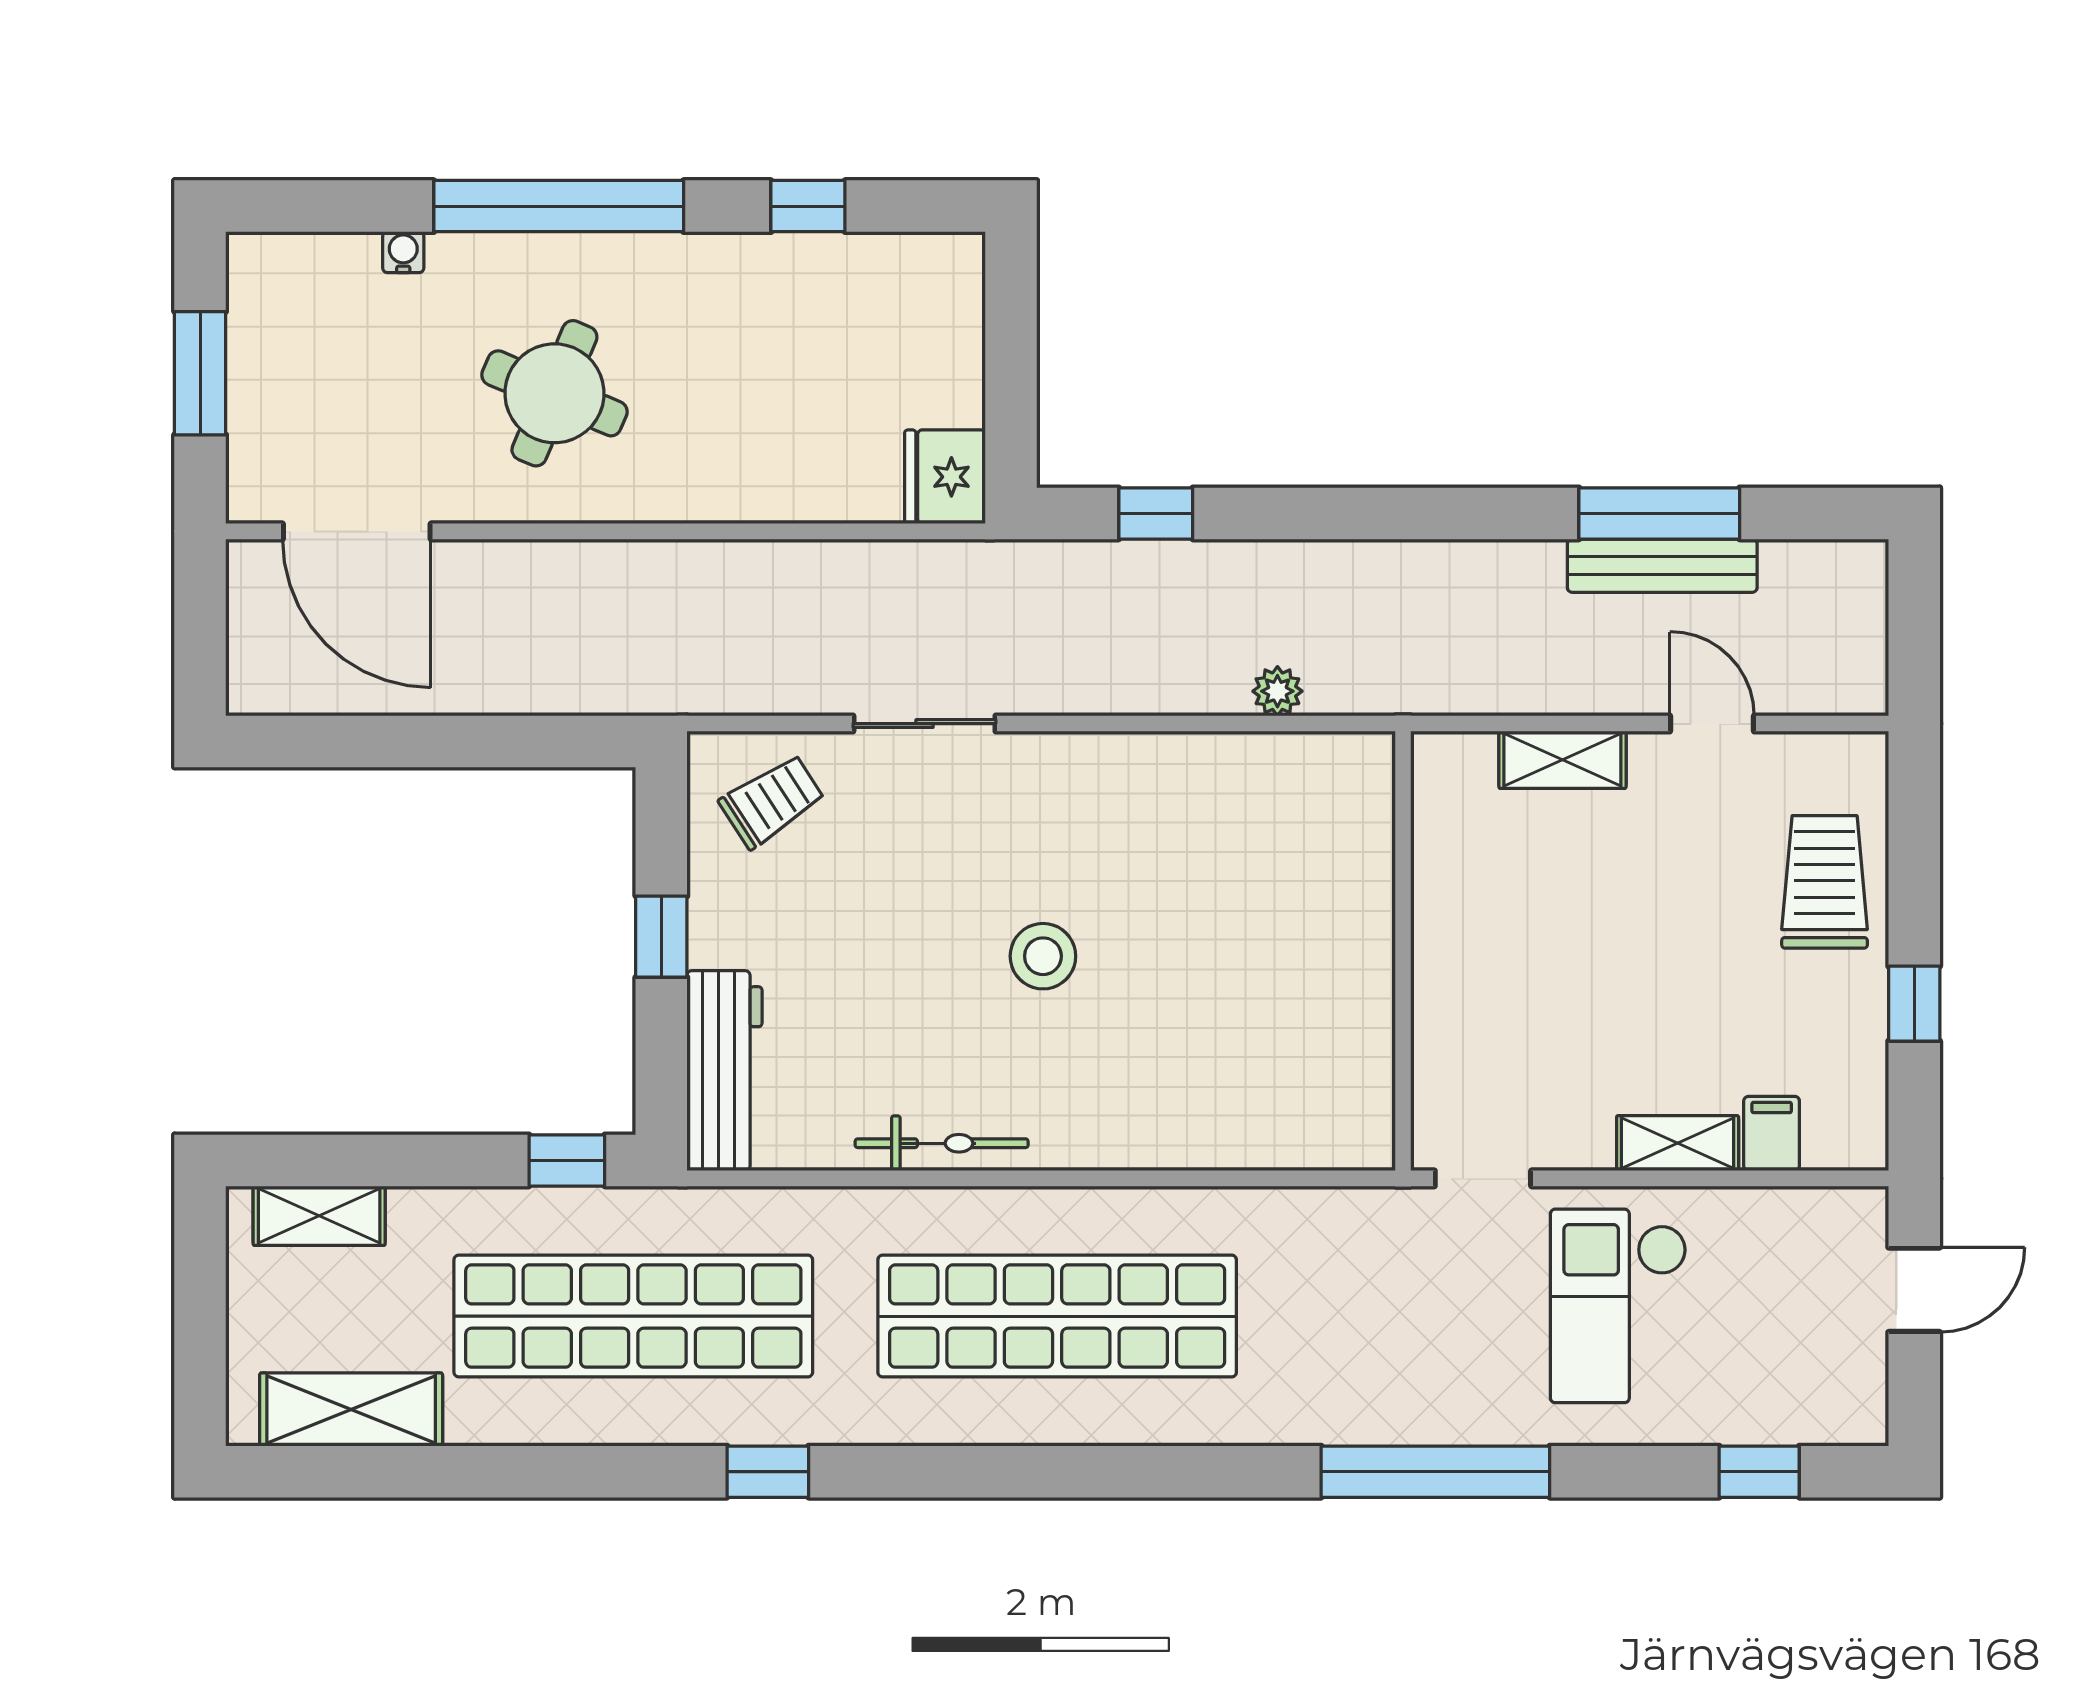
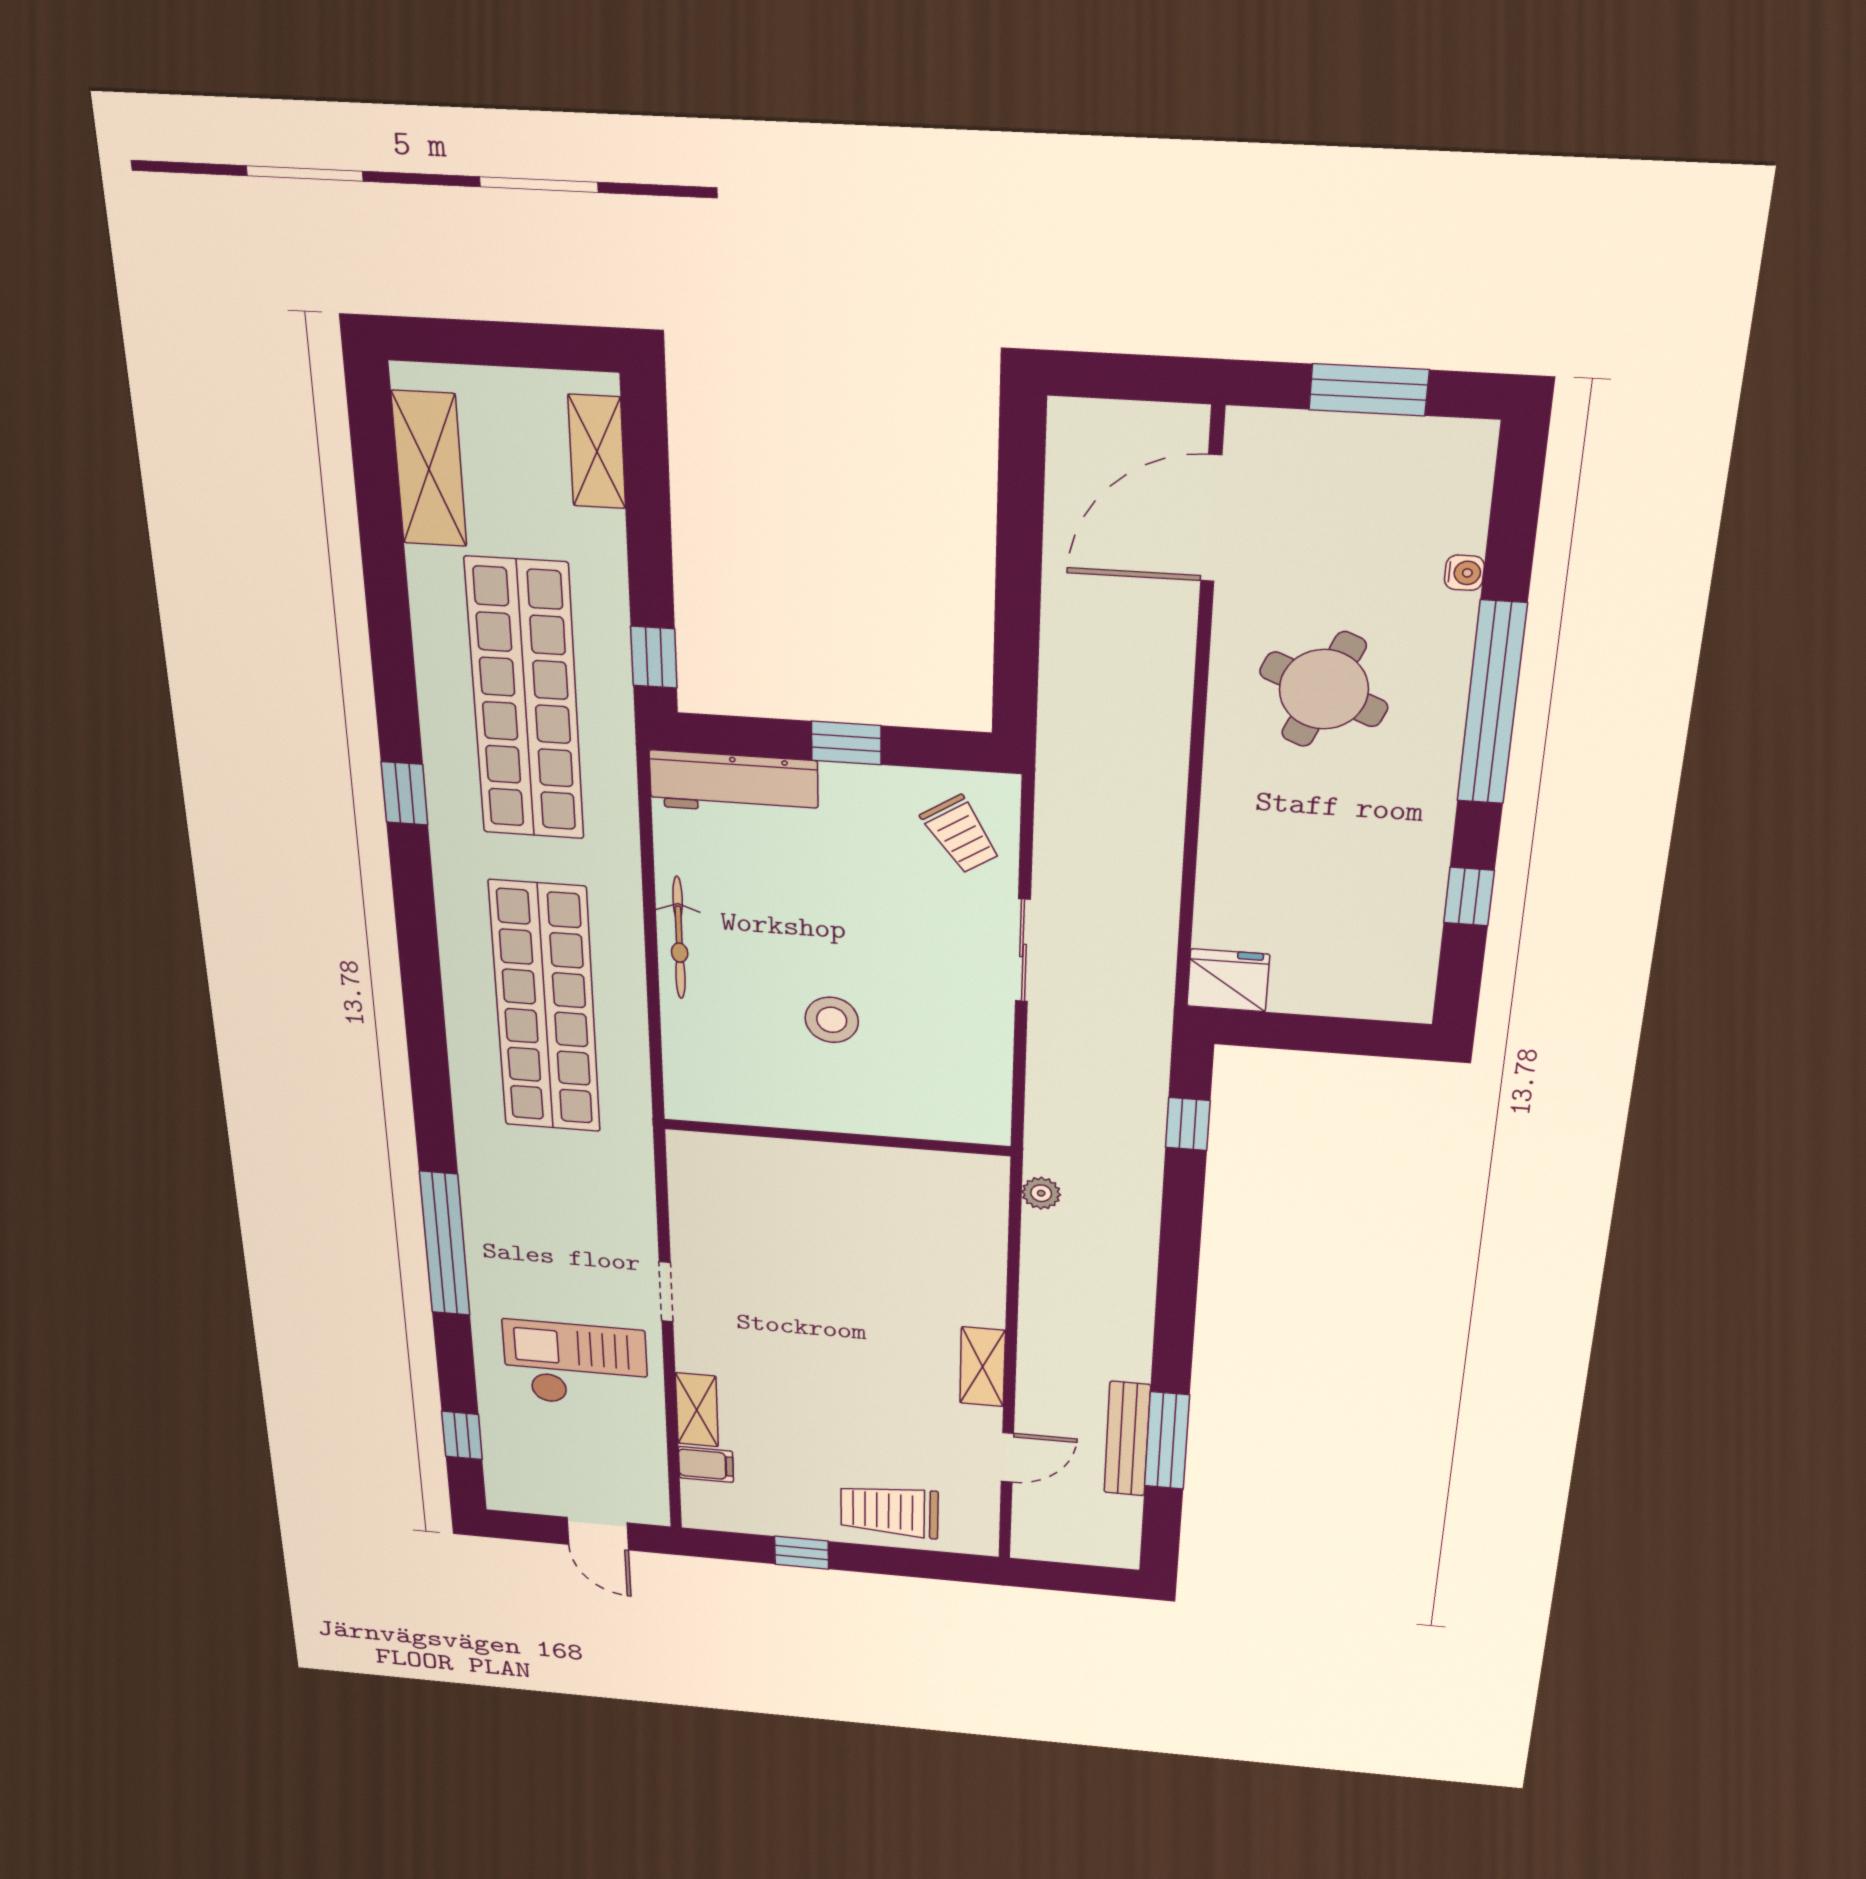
trolley: (1825, 882) -> (889, 1511), turned 180
wall: (1403, 951) -> (837, 1138), moved

